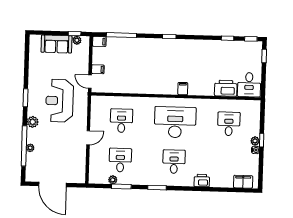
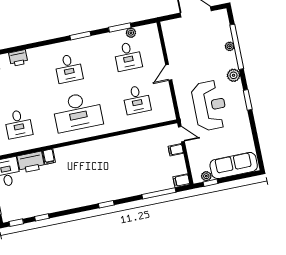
sofa: (56, 44) -> (234, 165), width x1.36
filing cabinet: (183, 89) -> (49, 157), moved
printer: (202, 181) -> (18, 58), moved

